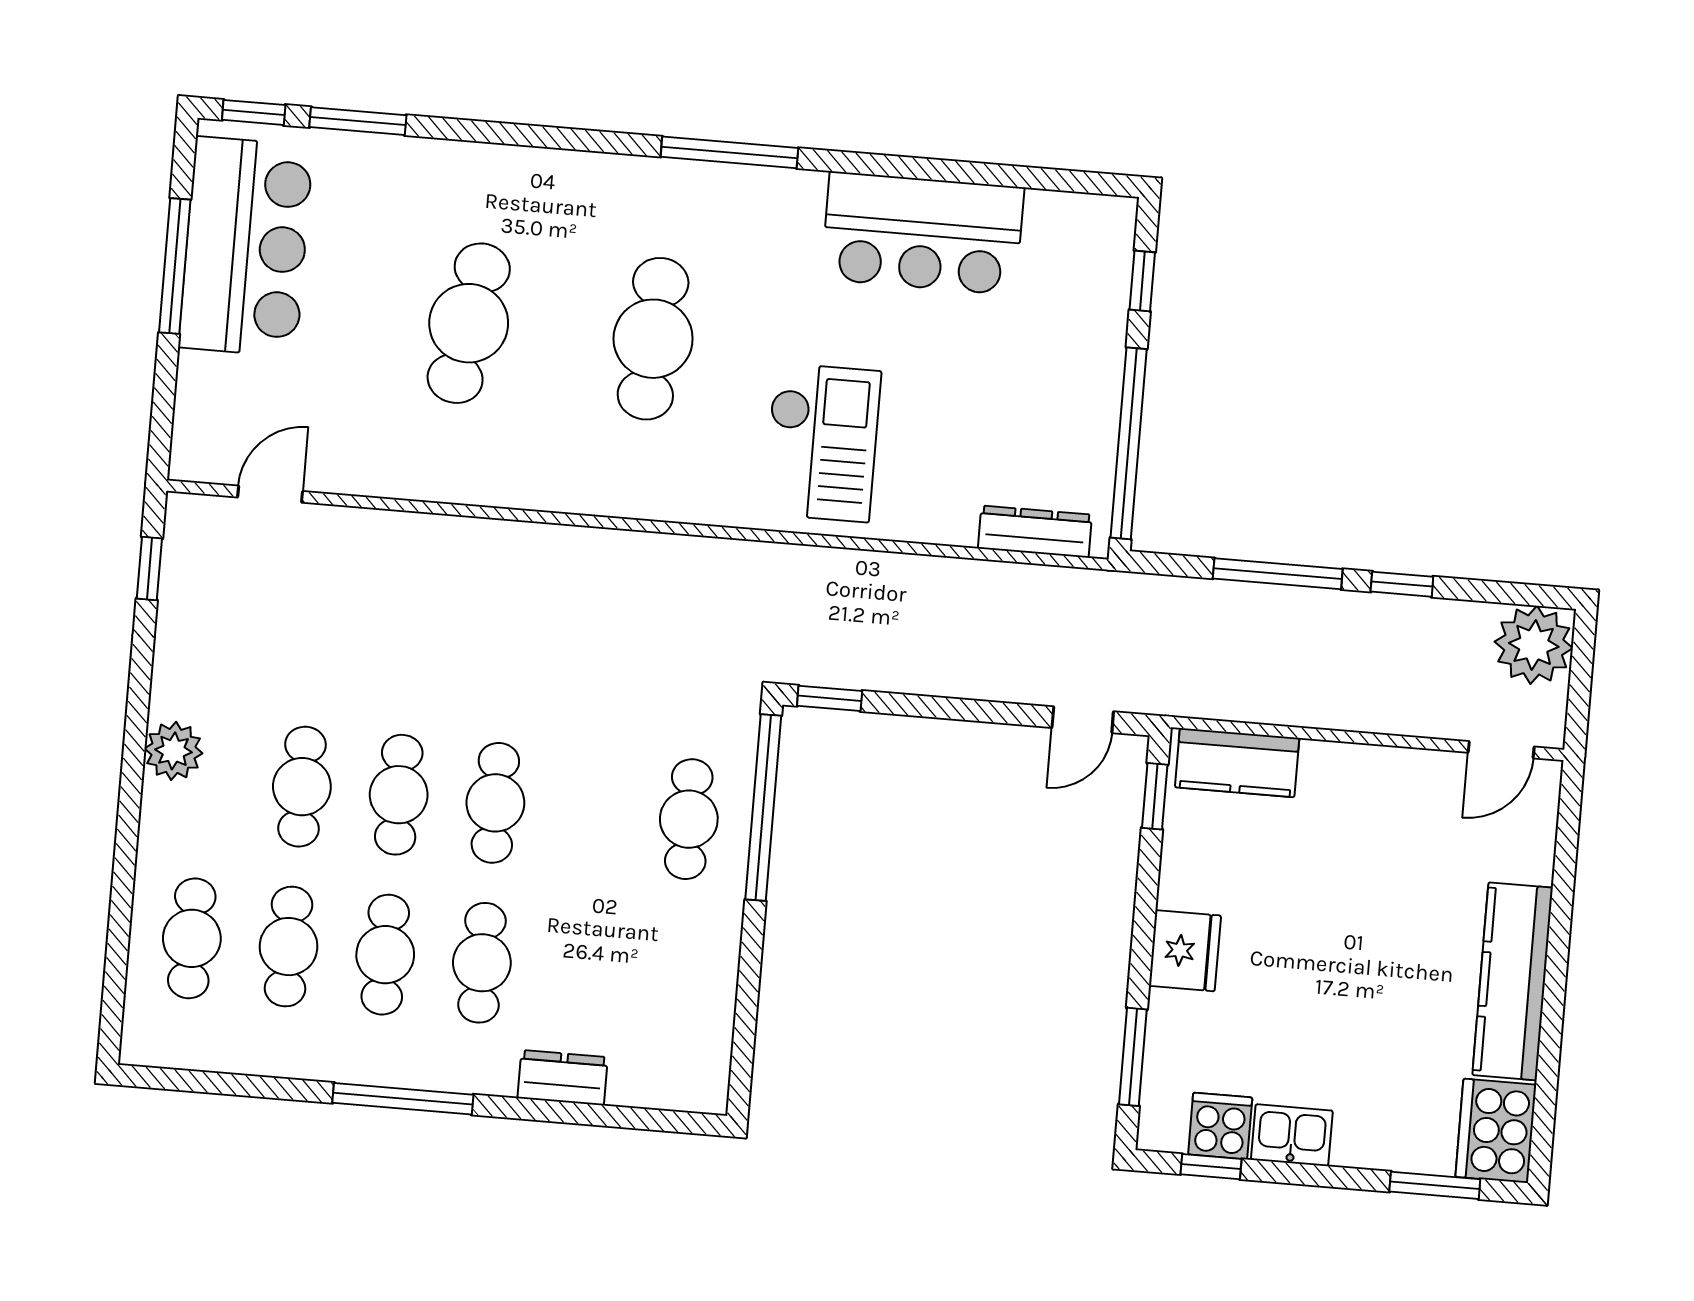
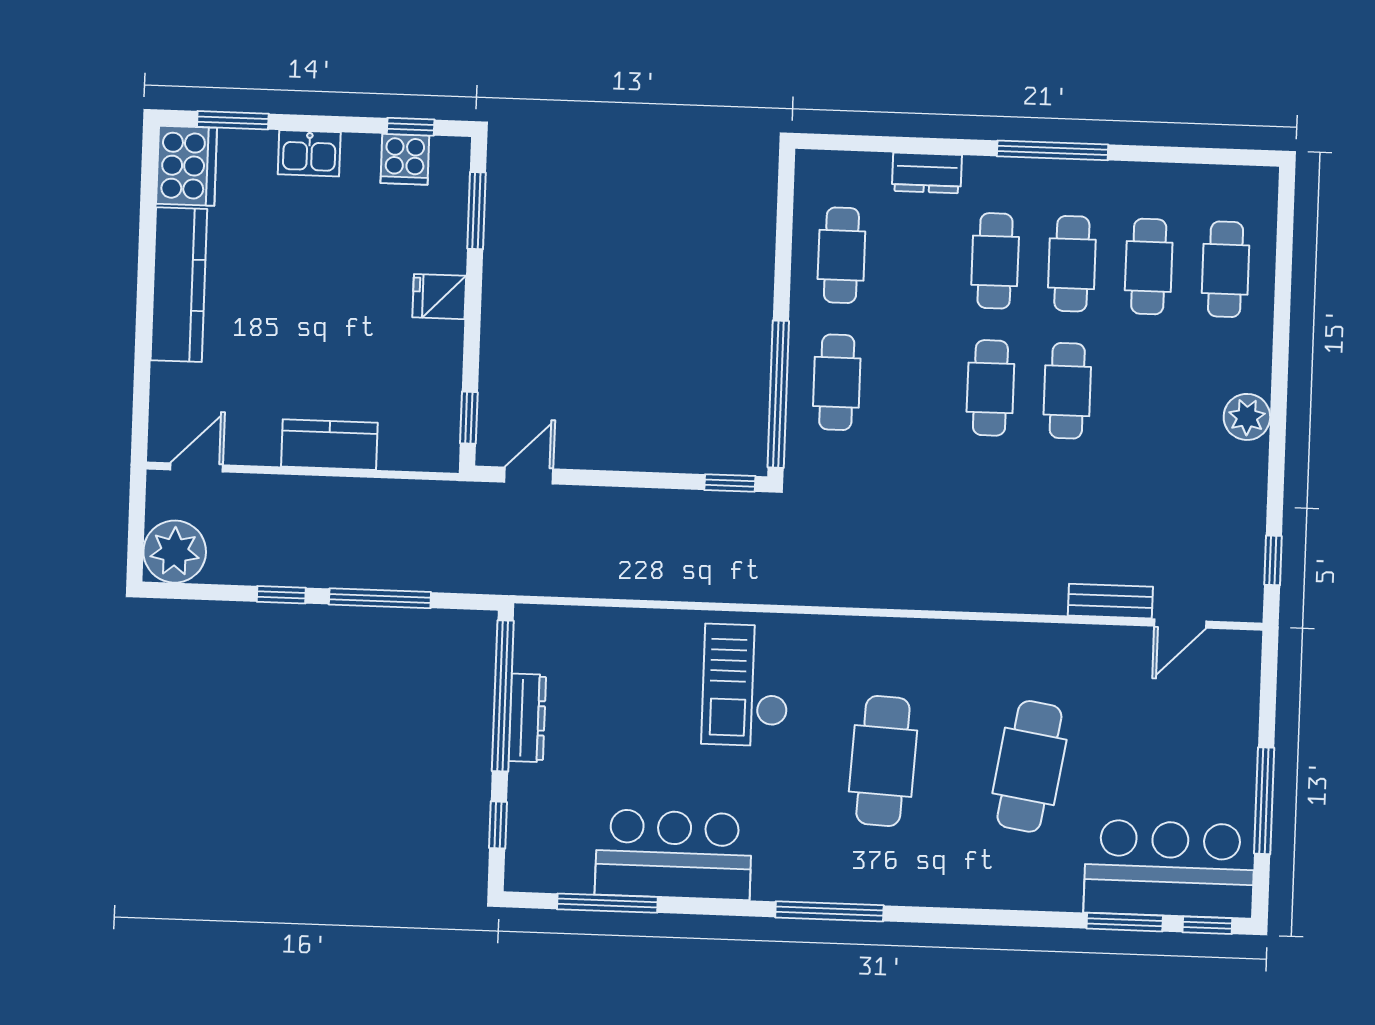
window: (1009, 176) -> (607, 903), added
bar counter: (246, 247) -> (1169, 869), moved, turned 90
bench: (357, 527) -> (1110, 601), added
dresser: (1035, 532) -> (527, 718), moved, turned -90
kitchen counter: (1237, 763) -> (329, 445), moved
cafe table: (302, 787) -> (841, 255), moved
fridge: (1185, 951) -> (439, 297), width x0.72
kitchen sink: (1292, 1135) -> (309, 153), moved

